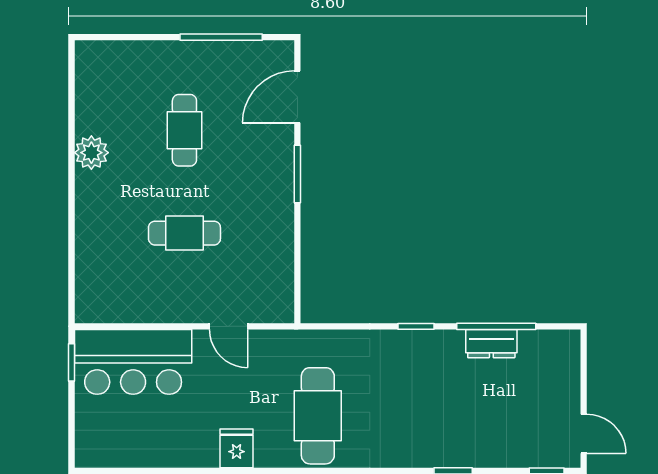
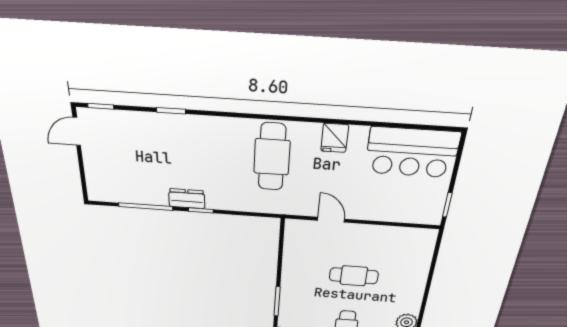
dresser: (491, 344) -> (187, 199), moved
bar counter: (133, 362) -> (412, 152), moved, turned 180
door: (584, 434) -> (77, 131), hinge flipped

